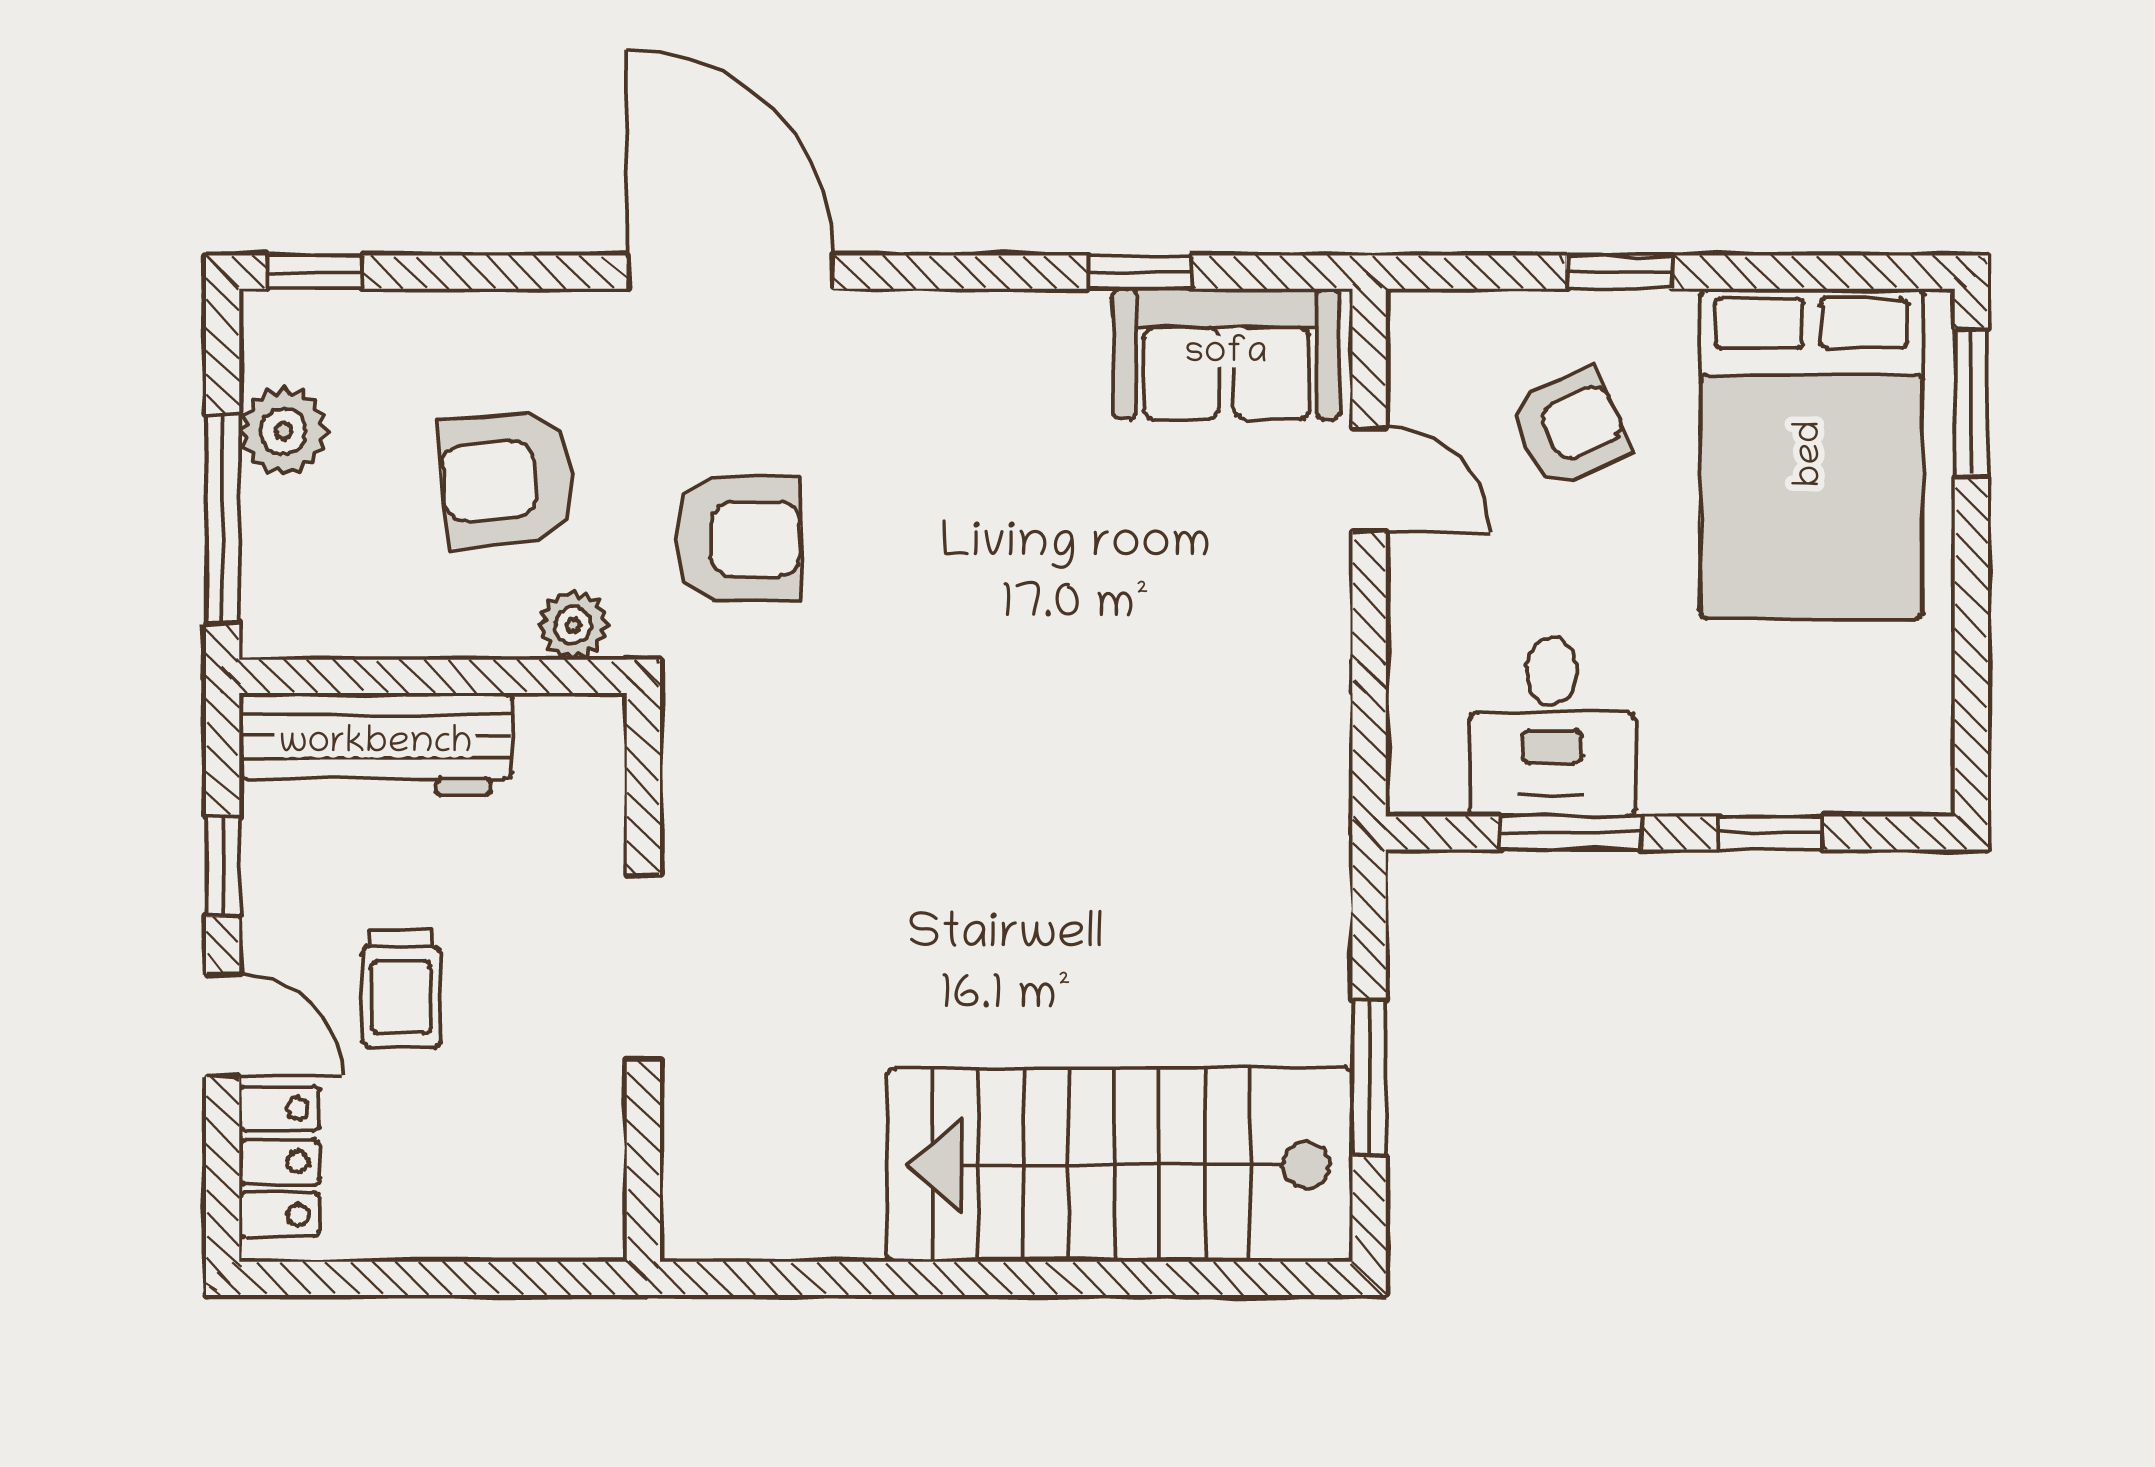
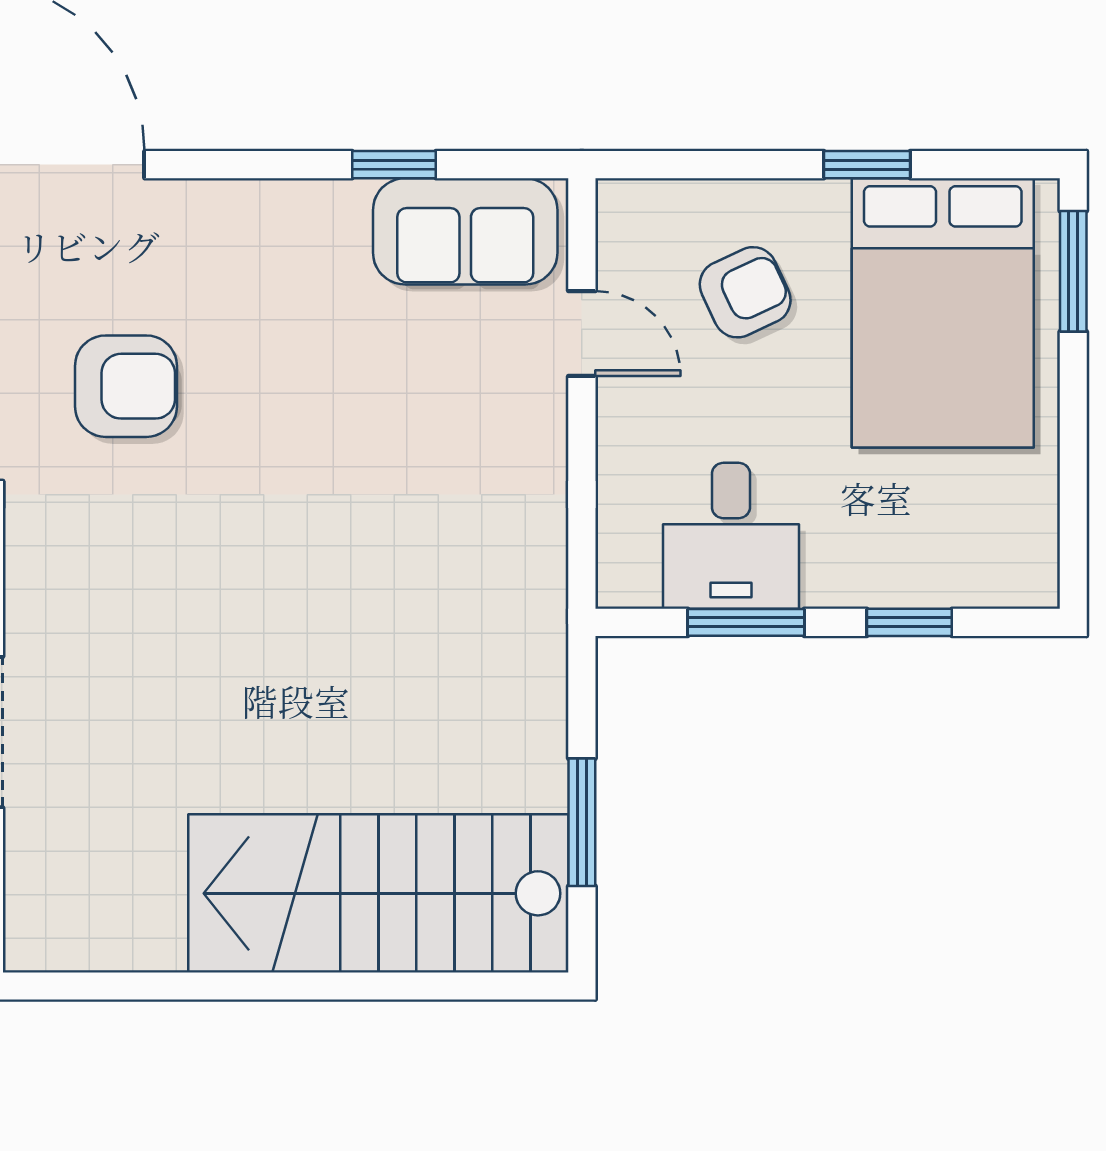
window: (1619, 272) -> (867, 165), moved
armchair: (738, 539) -> (126, 386), moved

